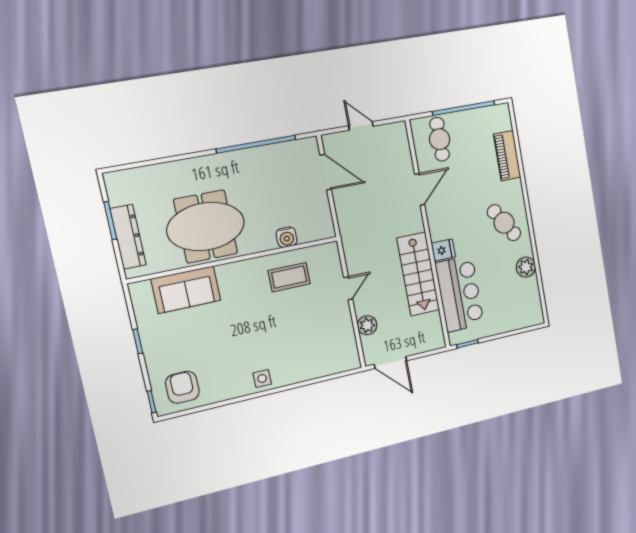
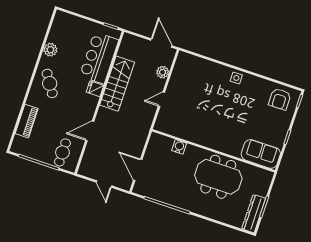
dresser: (128, 237) -> (254, 214), moved
coffee table: (289, 277) -> (190, 124), removed
sofa: (186, 290) -> (261, 154), moved

